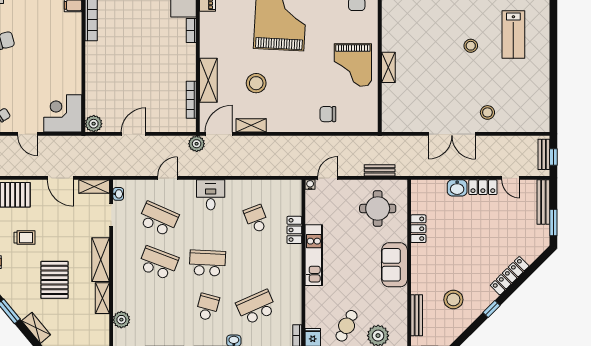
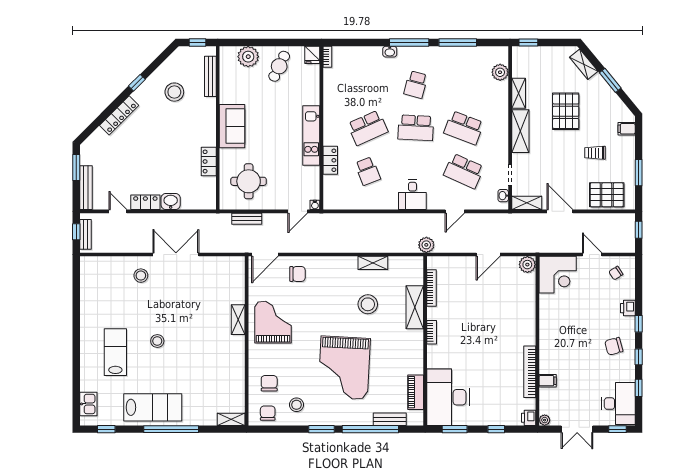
bookcase: (191, 31) -> (432, 332), moved
door: (219, 134) -> (265, 255), moved
school desk: (256, 307) -> (368, 128), moved

